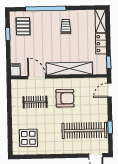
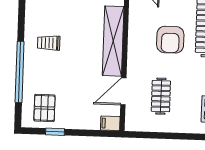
pallet: (23, 26) -> (44, 108), turned 90
armchair: (65, 98) -> (170, 40), moved, turned 180

